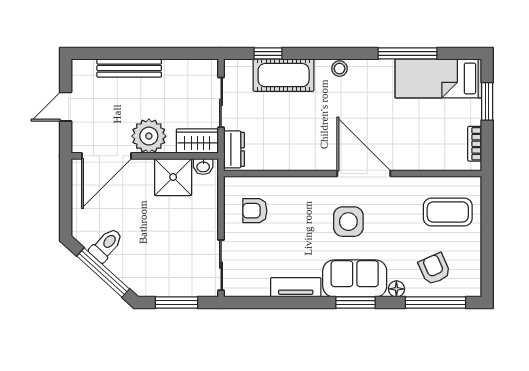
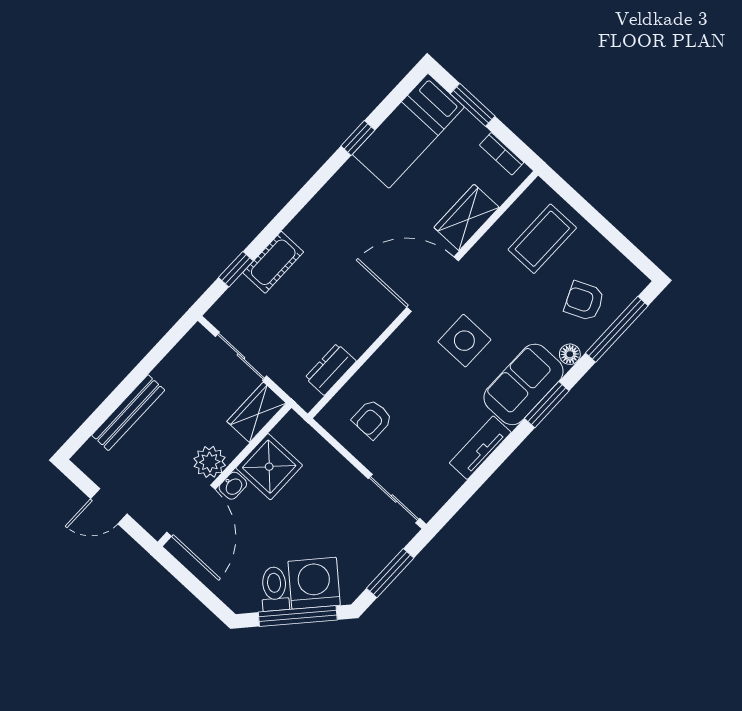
window: (407, 53) -> (358, 138), width x0.46
stool: (339, 69) -> (313, 215), removed
cot: (284, 75) -> (273, 262), width x0.73, depth x0.75
door: (66, 107) -> (109, 506), hinge flipped
plant: (149, 136) -> (210, 462), width x0.73, depth x0.73
dresser: (234, 149) -> (331, 369), moved, turned -90
wardrobe: (420, 158) -> (467, 217), added
washbasin: (203, 166) -> (233, 486), moved
washing machine: (130, 264) -> (314, 583), added

